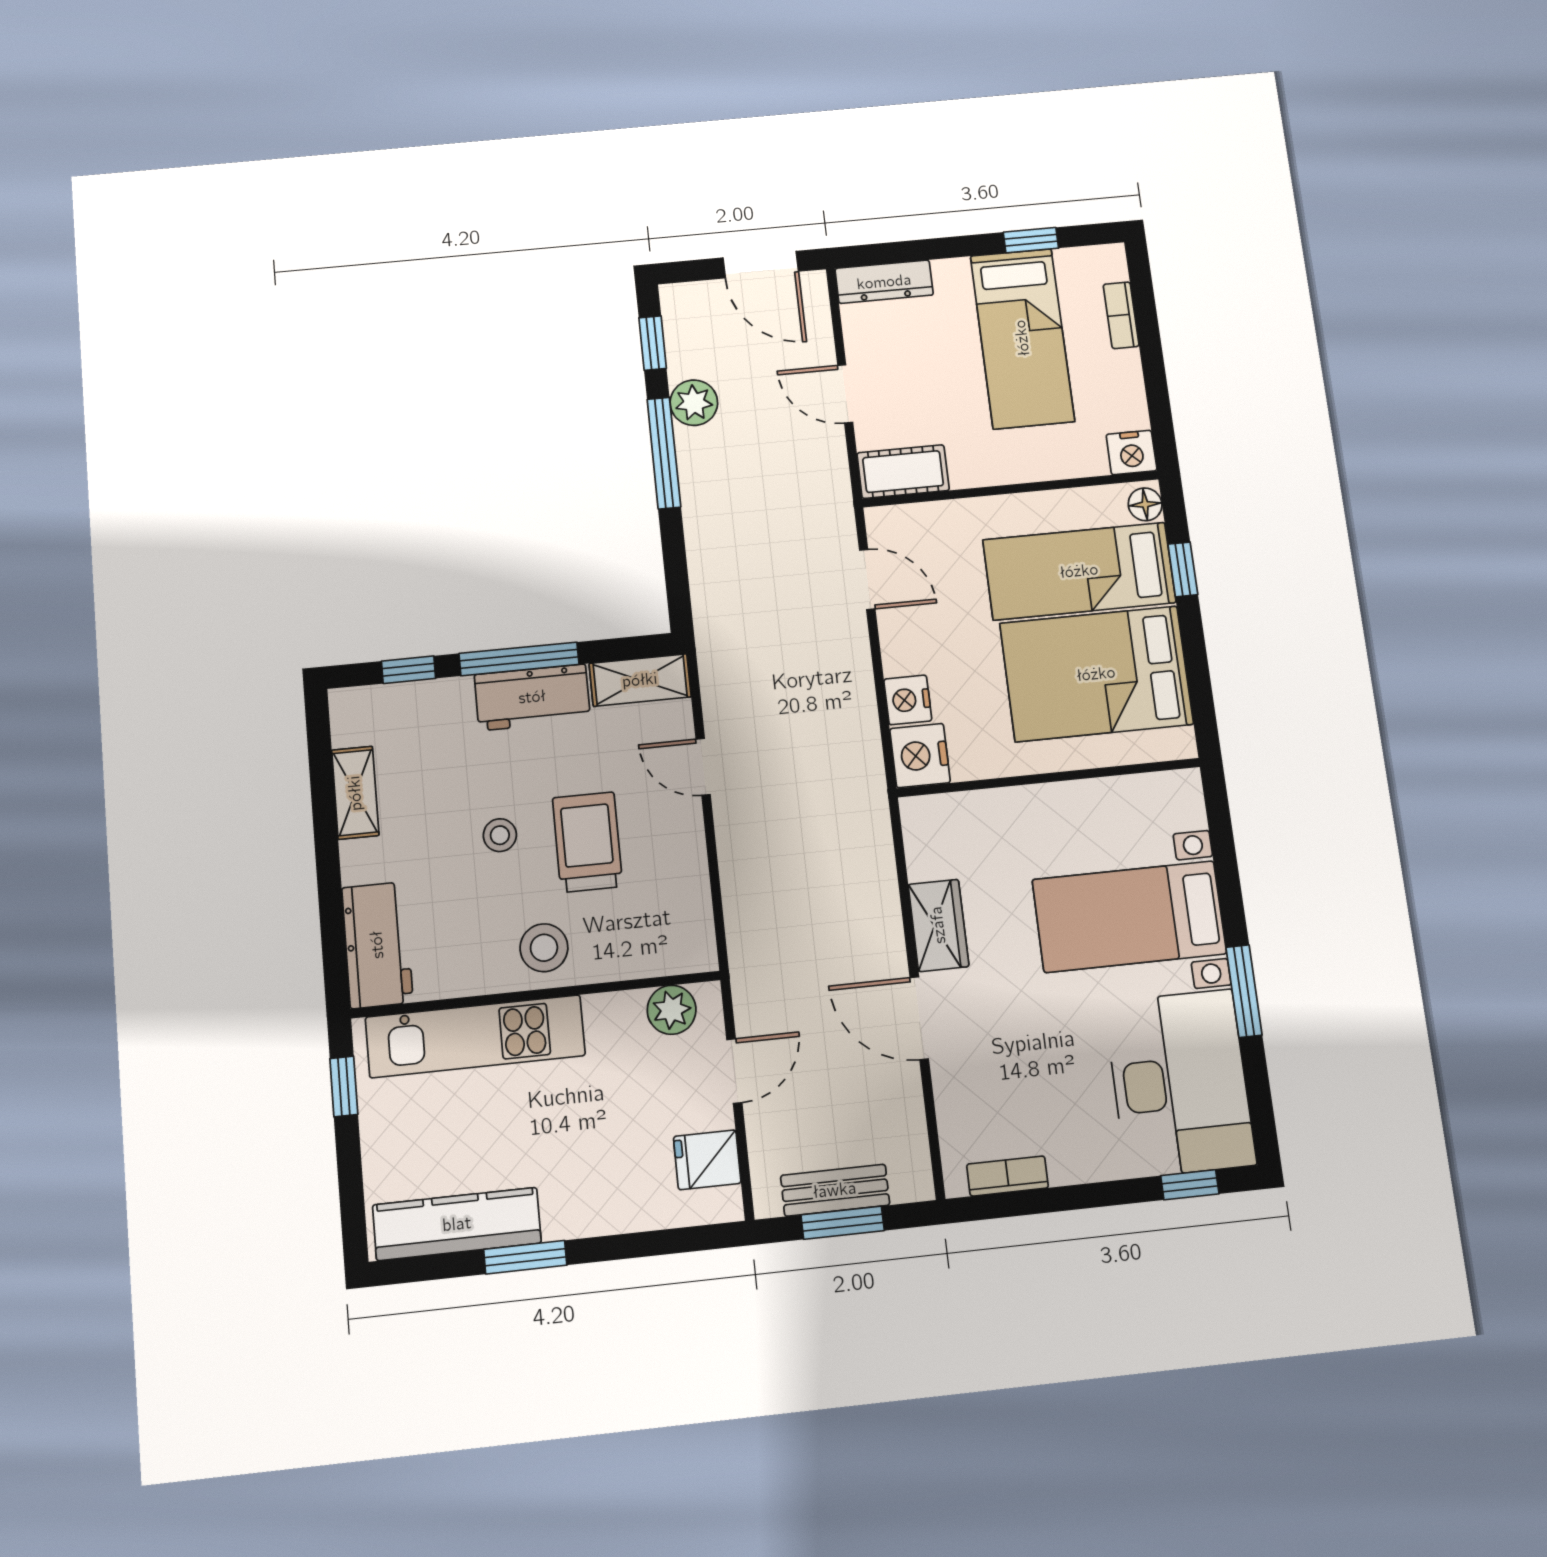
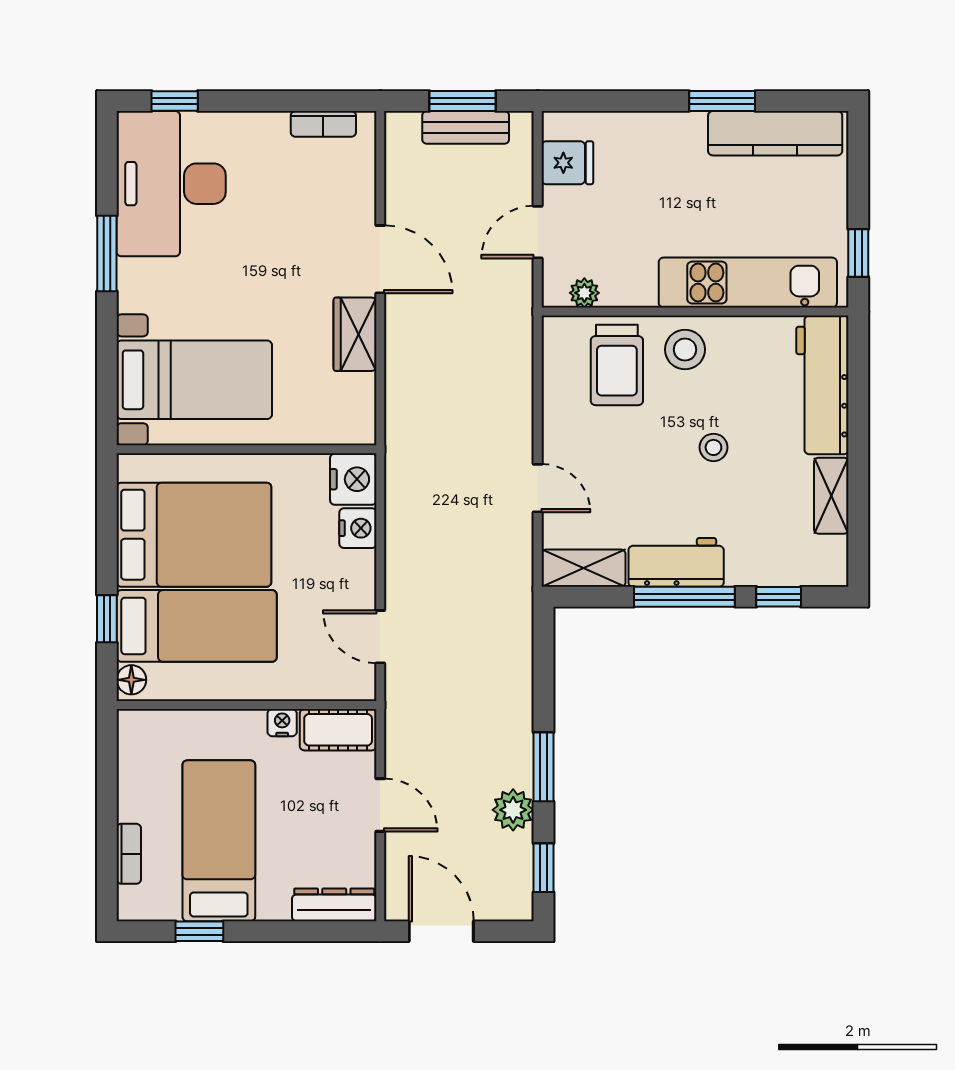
window: (664, 453) -> (544, 767), width x0.69
nightstand: (1132, 453) -> (282, 723), moved, width x0.72, depth x0.74
trolley: (587, 842) -> (617, 365), moved
bed with nightstands: (1129, 917) -> (194, 380), moved
workbench: (377, 945) -> (822, 385), width x1.37
plant: (672, 1010) -> (584, 293), width x0.73, depth x0.73

